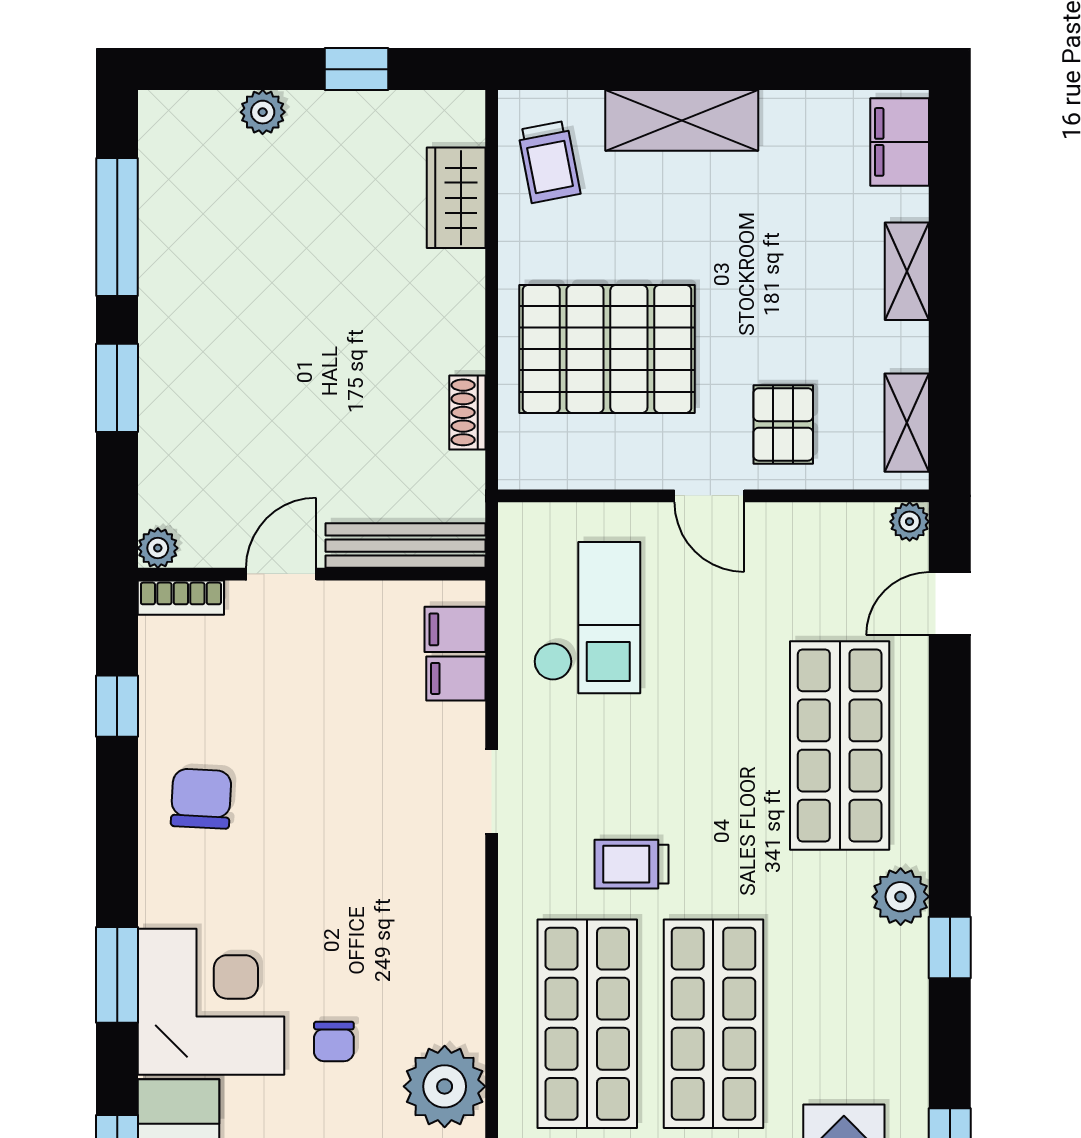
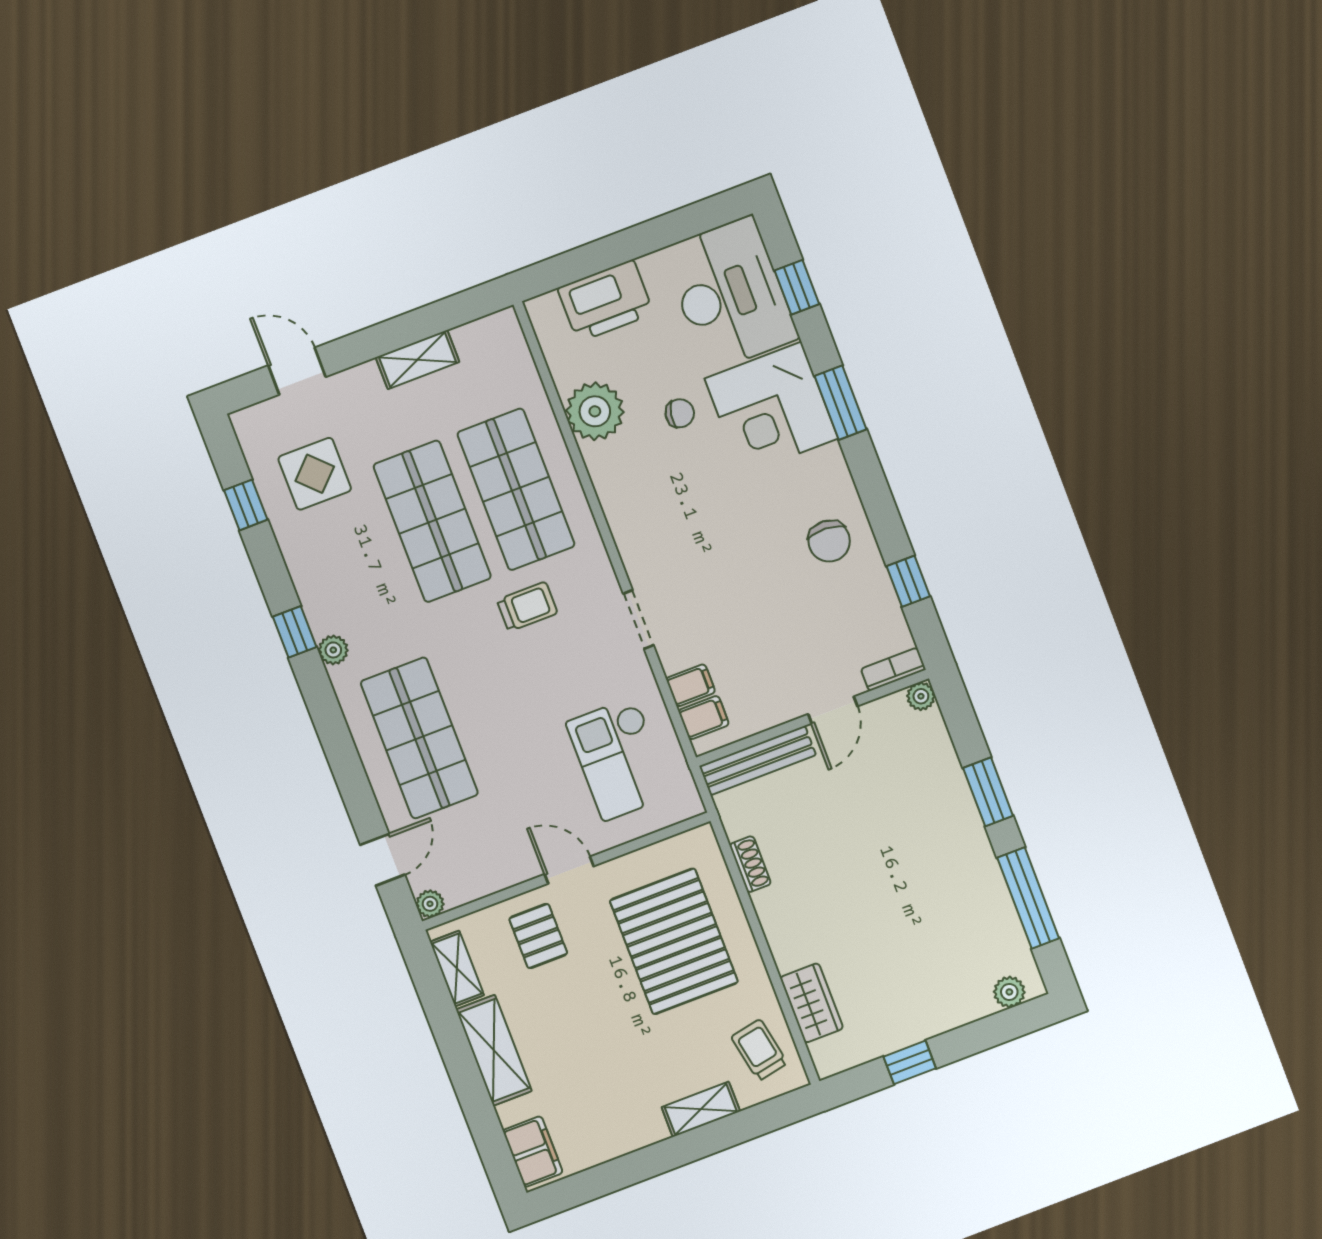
plant: (263, 112) -> (1009, 992), moved
shelving: (682, 120) -> (701, 1109), width x0.67, depth x0.75
shelving: (907, 271) -> (494, 1050), width x1.50, depth x1.33
pallet: (607, 349) -> (674, 941), turned 90
plant: (901, 897) -> (333, 650), width x0.73, depth x0.73
chair: (334, 1041) -> (680, 413), turned 100

